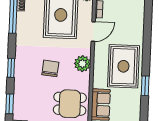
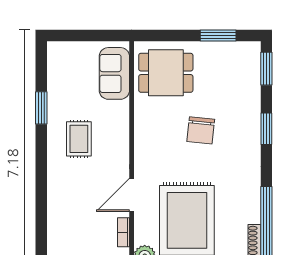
plant: (82, 64) -> (147, 141), removed
rug: (123, 66) -> (79, 139), width x0.54, depth x0.49

